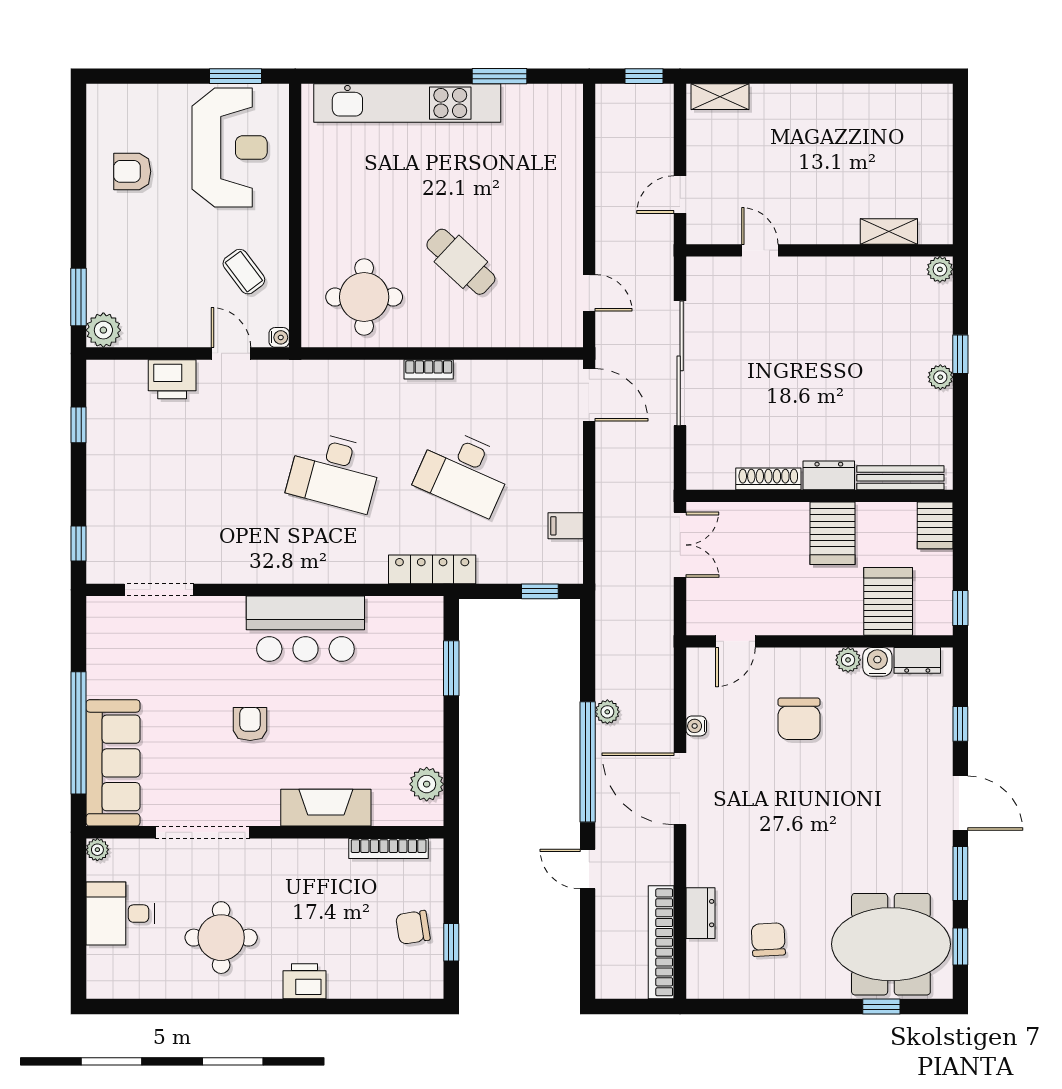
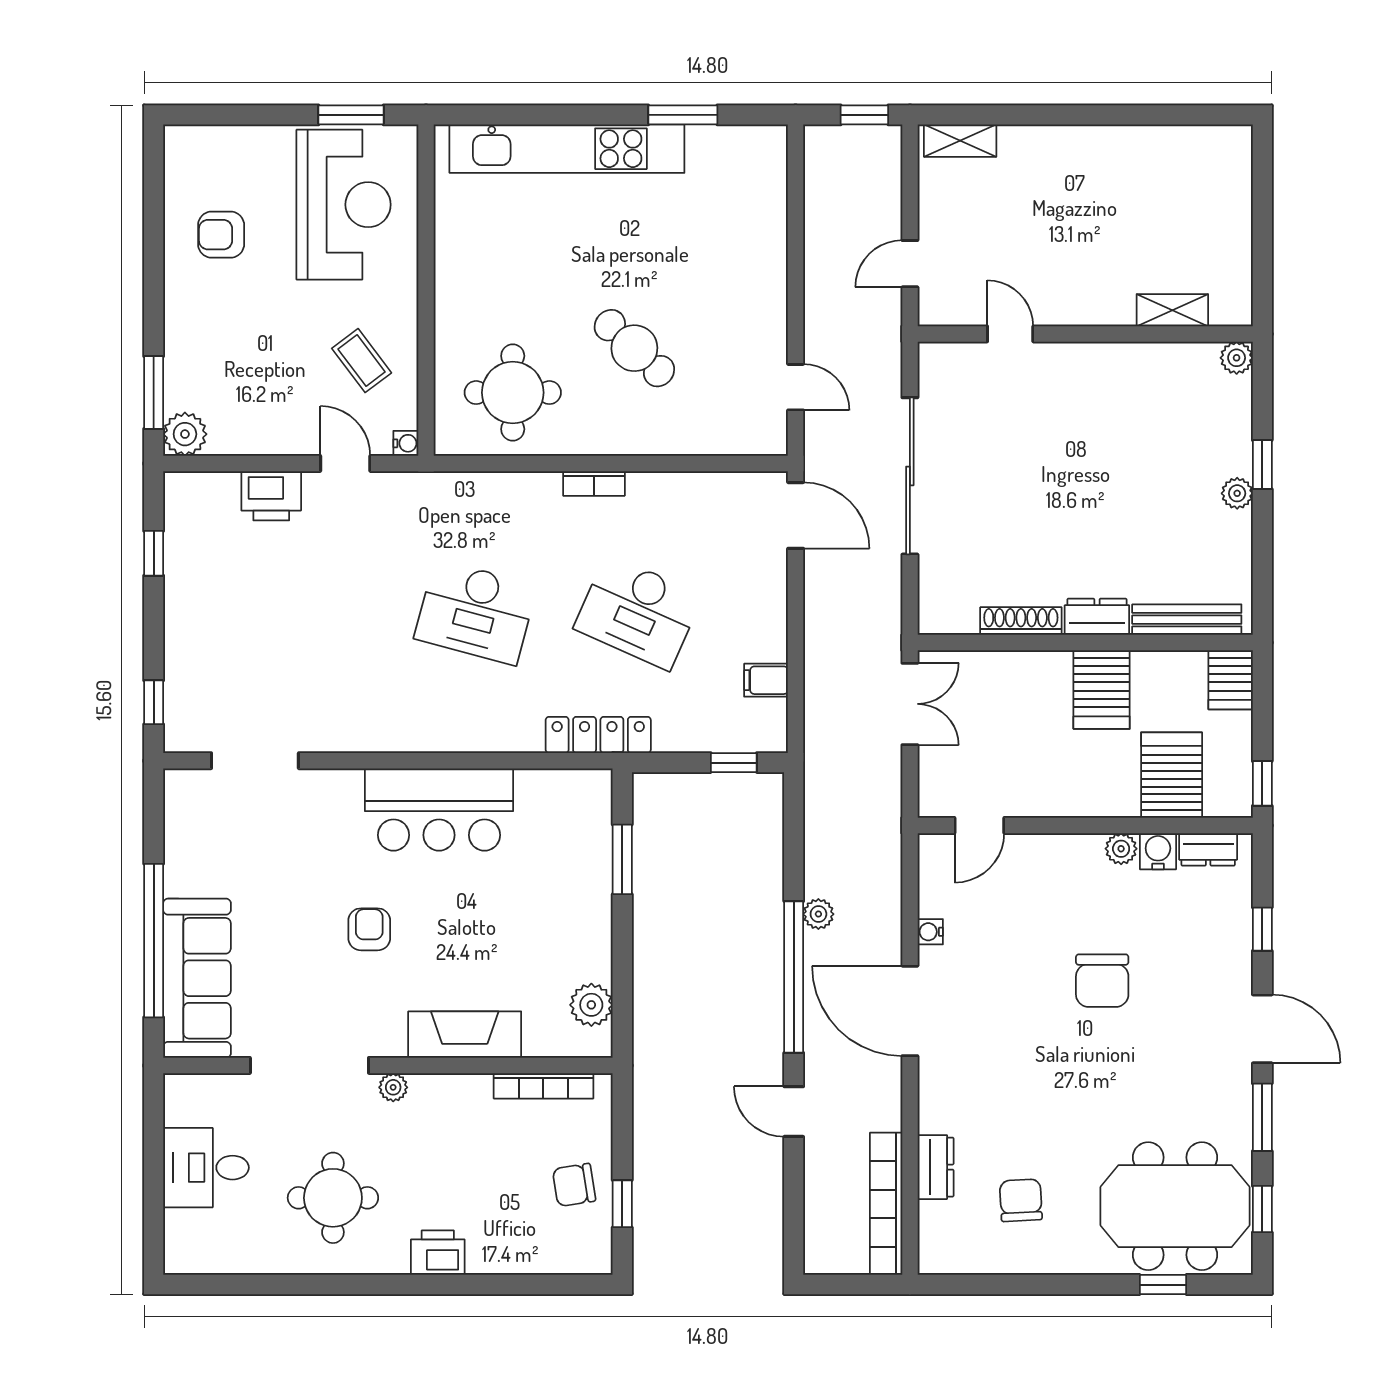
chair: (799, 719) -> (1102, 981), moved
plant: (97, 850) -> (393, 1087), moved

